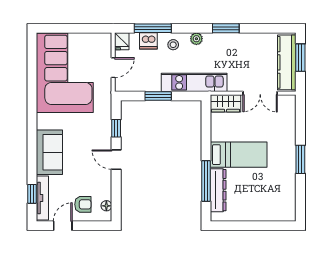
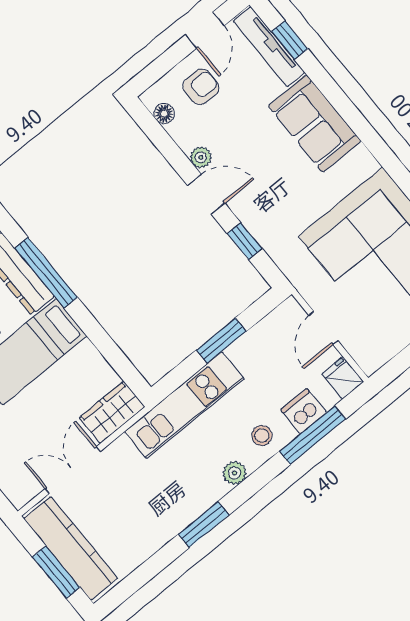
plant: (106, 176) -> (201, 157), added
armchair: (83, 204) -> (201, 87), turned 180

